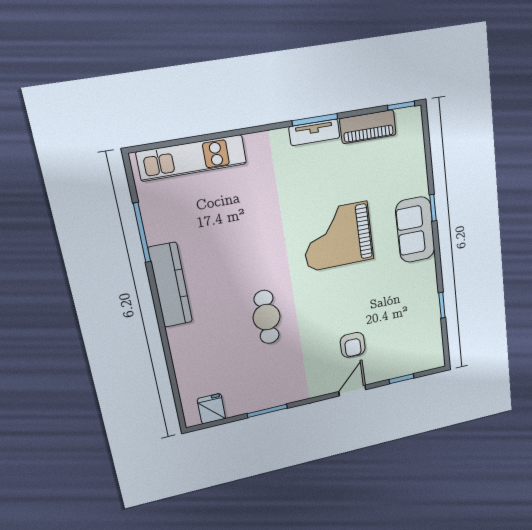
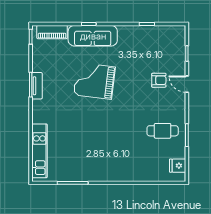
piano: (368, 127) -> (52, 32), moved, turned 90
sofa: (415, 230) -> (93, 36), width x1.36
grand piano: (337, 236) -> (94, 81), turned 97
kitchen counter: (170, 285) -> (103, 174), removed
cafe table: (267, 317) -> (163, 131), moved

